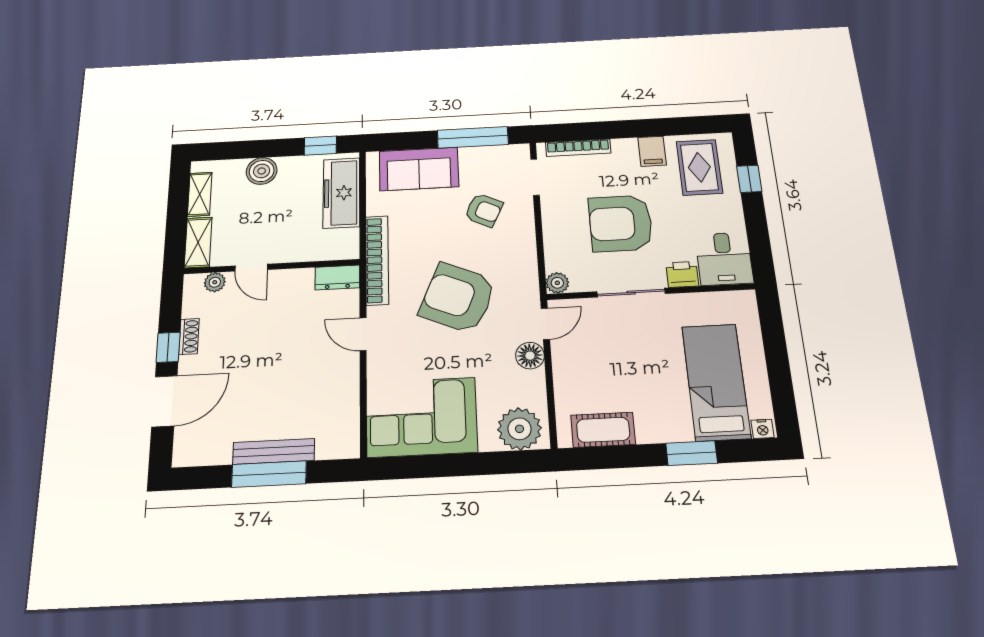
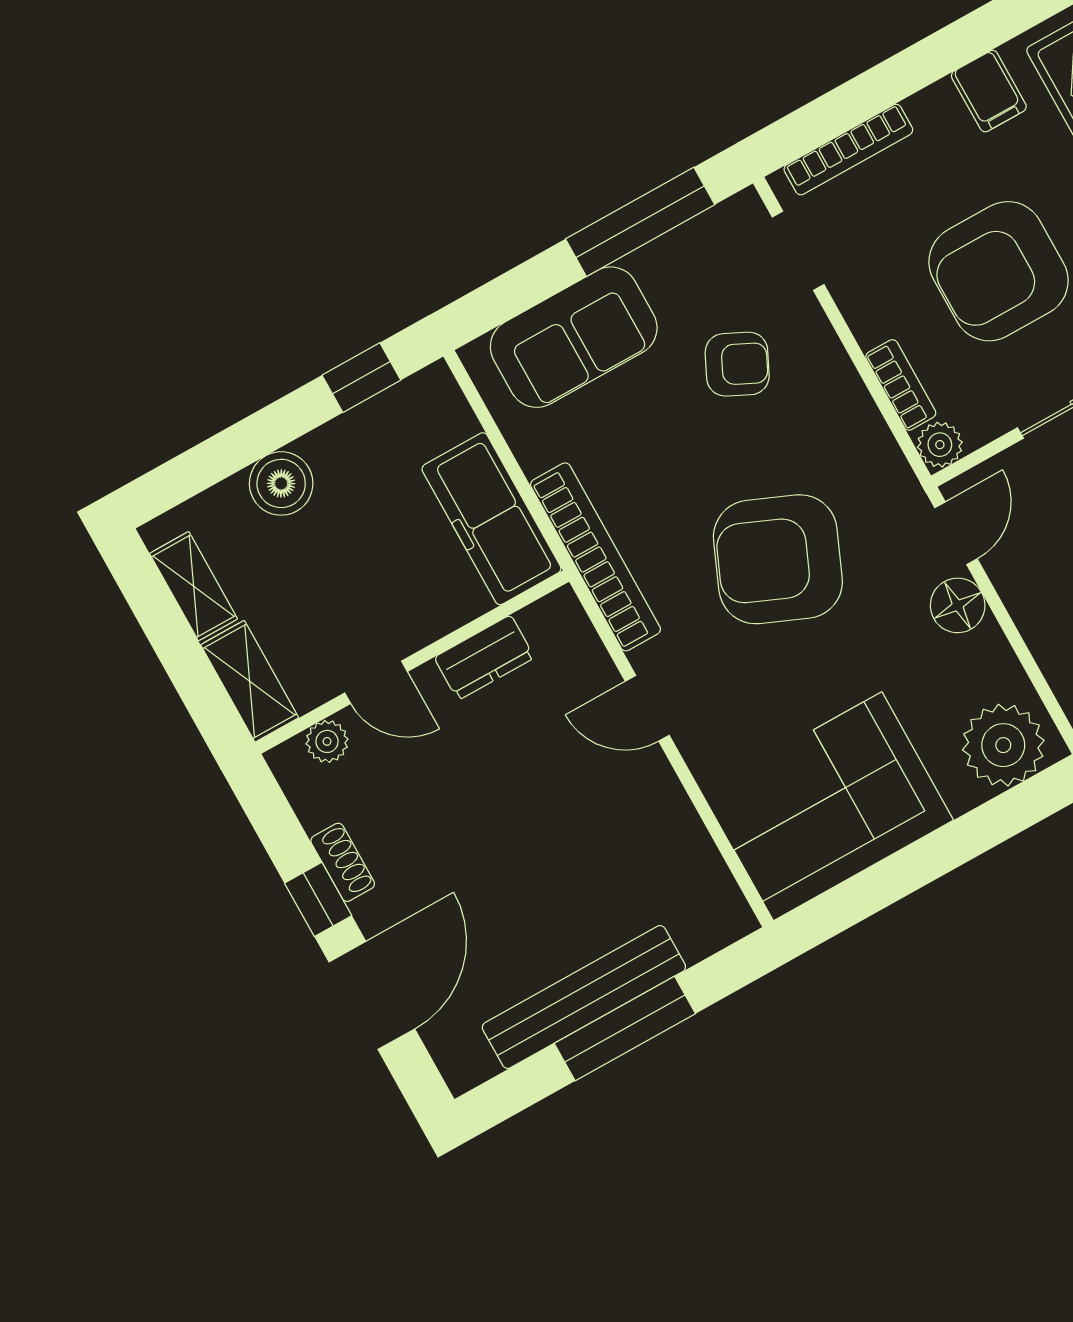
freezer: (341, 193) -> (491, 519), moved
bookcase: (552, 250) -> (901, 385), added
dresser: (337, 277) -> (484, 658), moved
bench: (274, 451) -> (584, 997), width x1.37, depth x1.21

